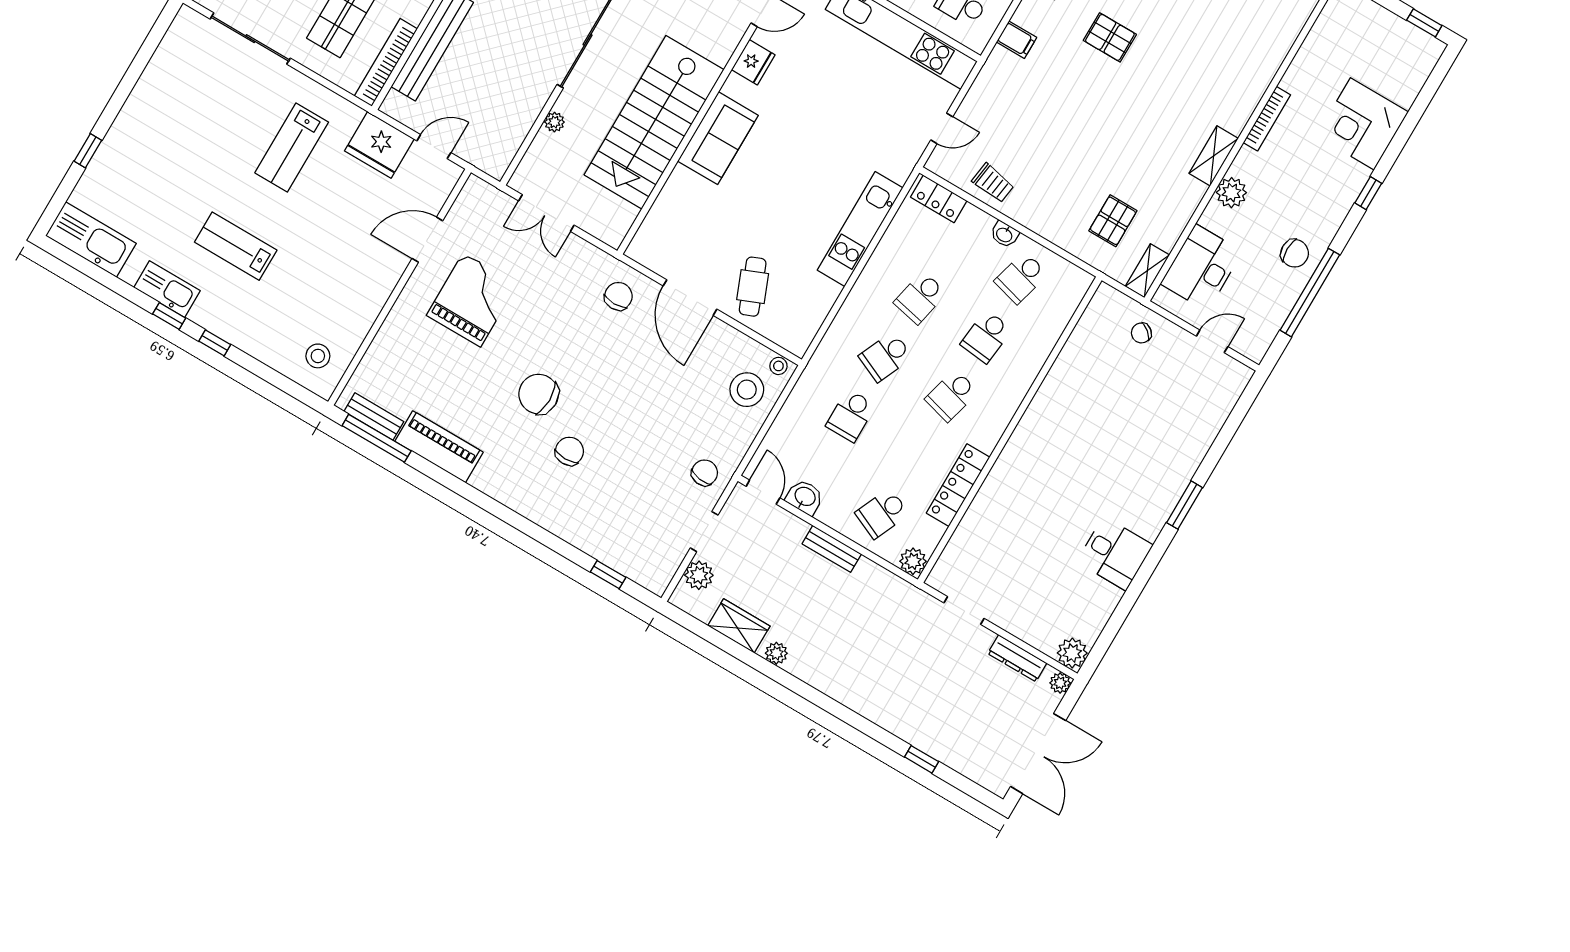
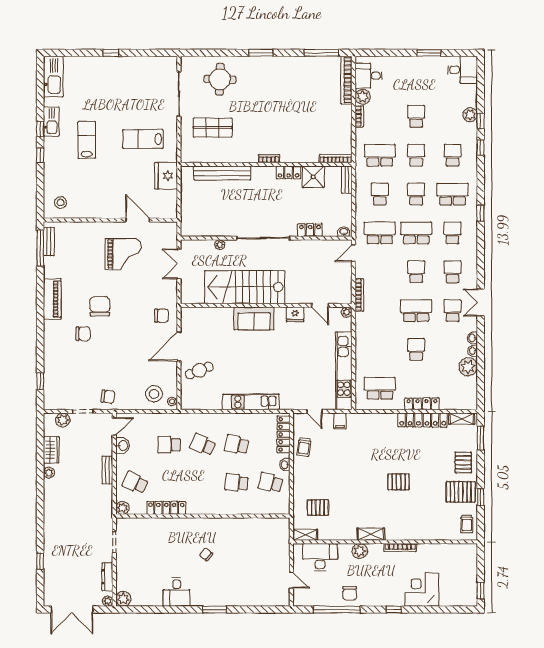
pallet: (1110, 37) -> (399, 482), moved, turned 90
filing cabinet: (1017, 40) -> (340, 421), moved
bookcase: (386, 62) -> (203, 158), removed
door: (434, 147) -> (179, 199), removed
window: (88, 151) -> (111, 53), moved
locker: (939, 199) -> (283, 434), width x1.53
chair: (1141, 333) -> (206, 554), moved
school desk: (952, 396) -> (203, 483), removed
piano: (439, 447) -> (52, 299), moved

